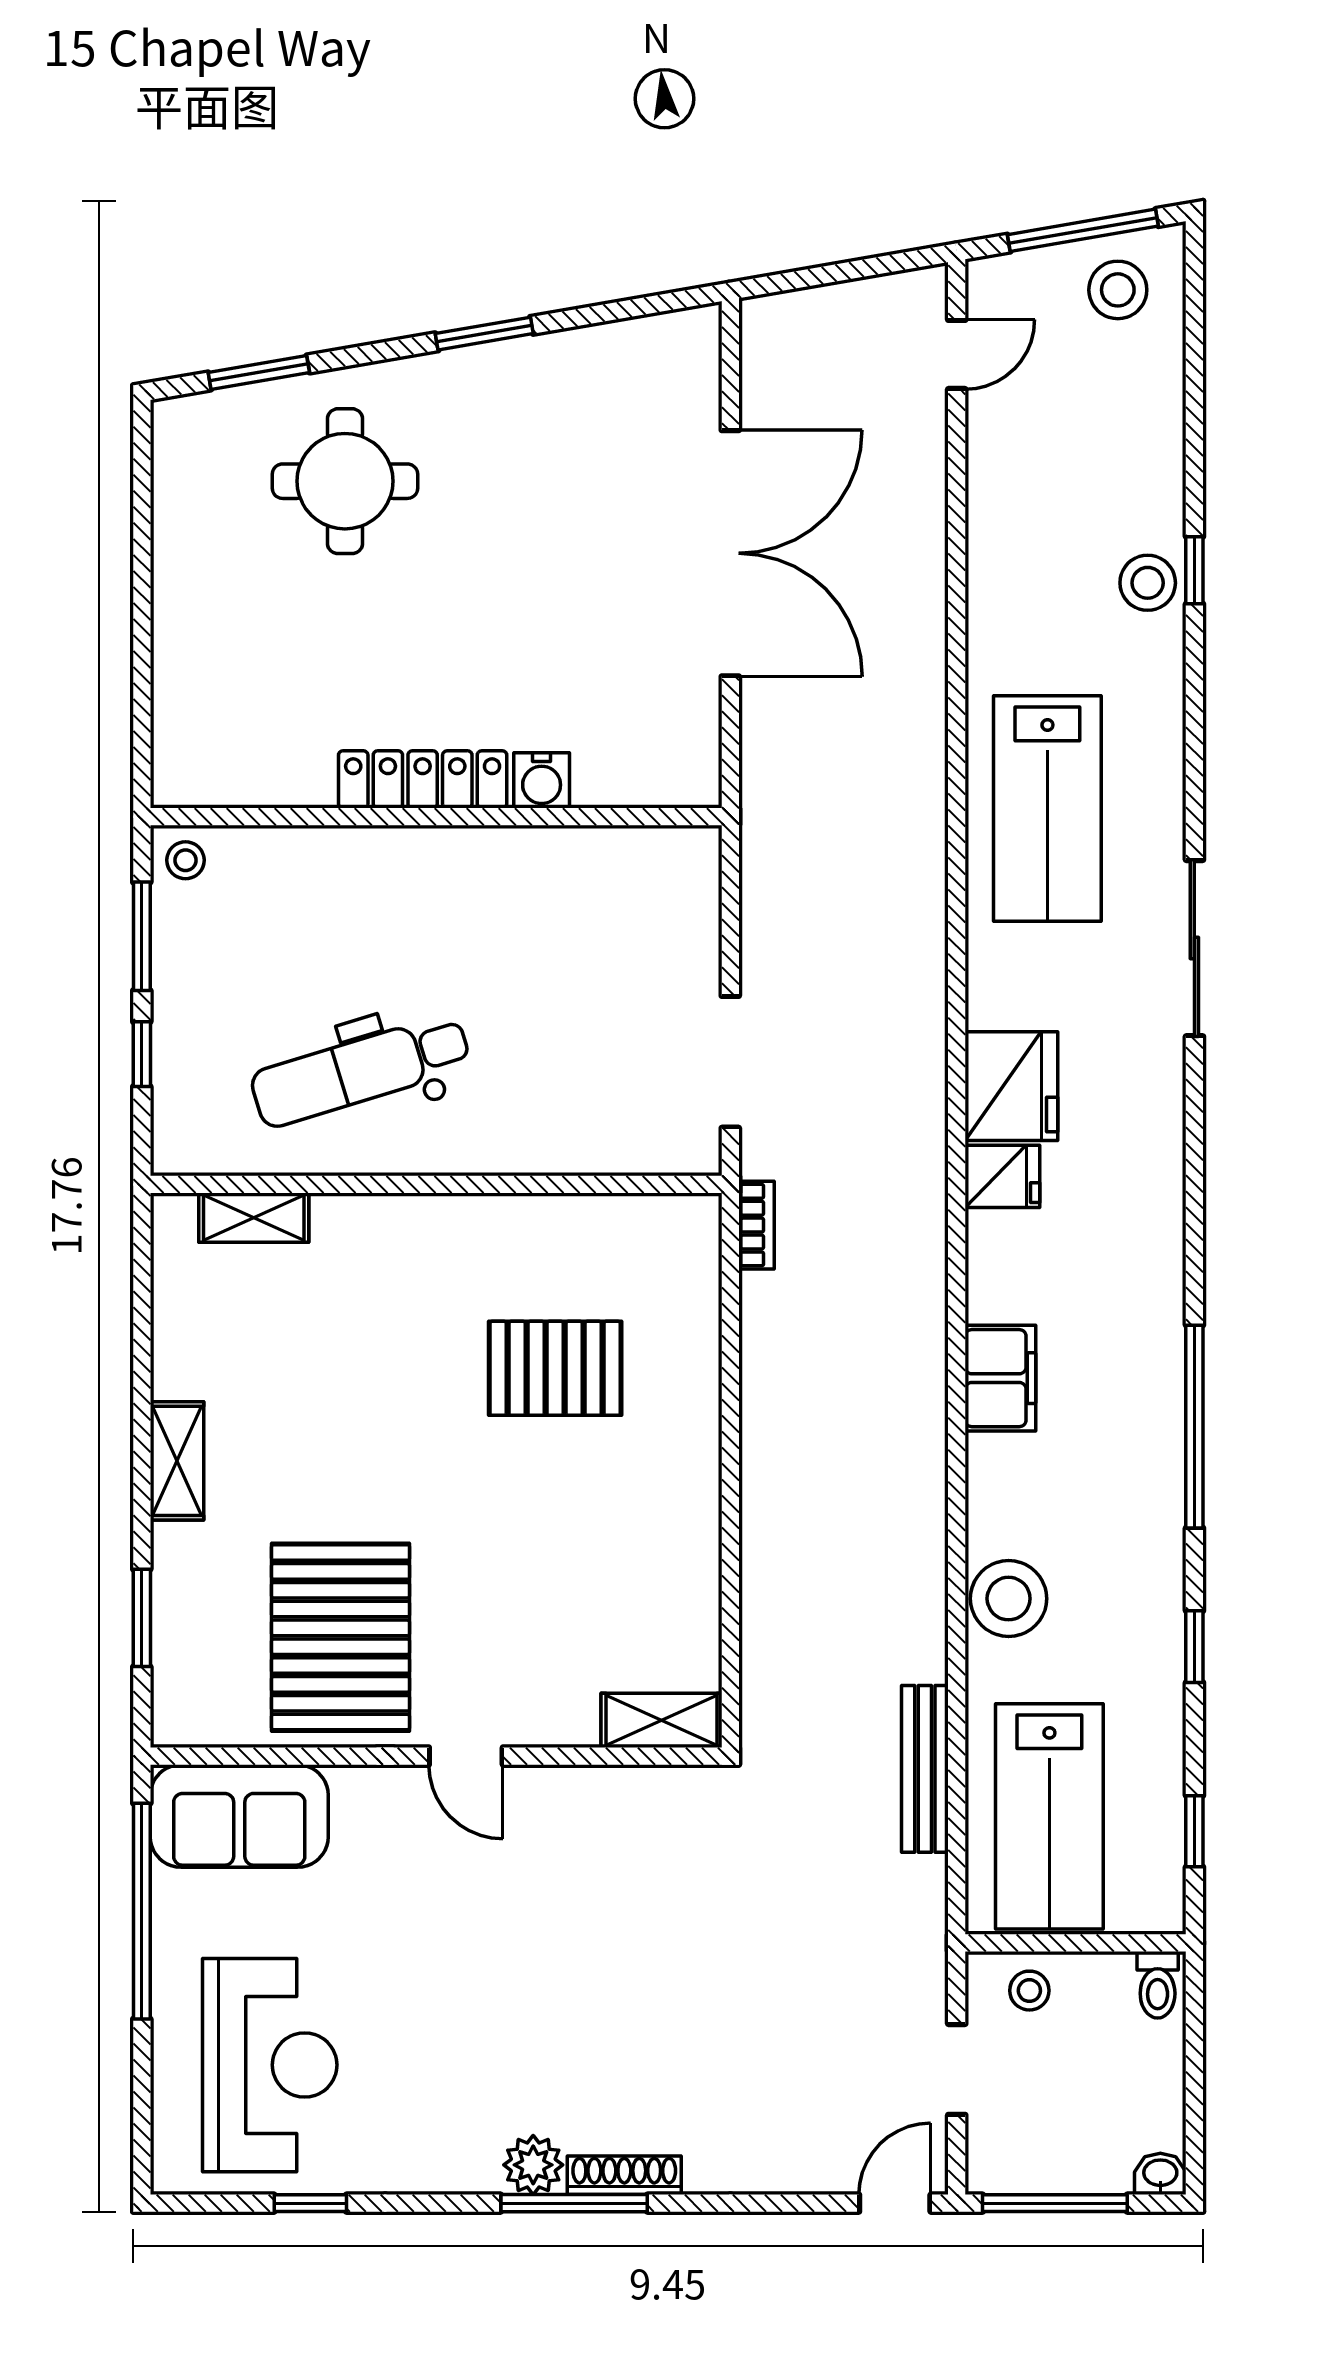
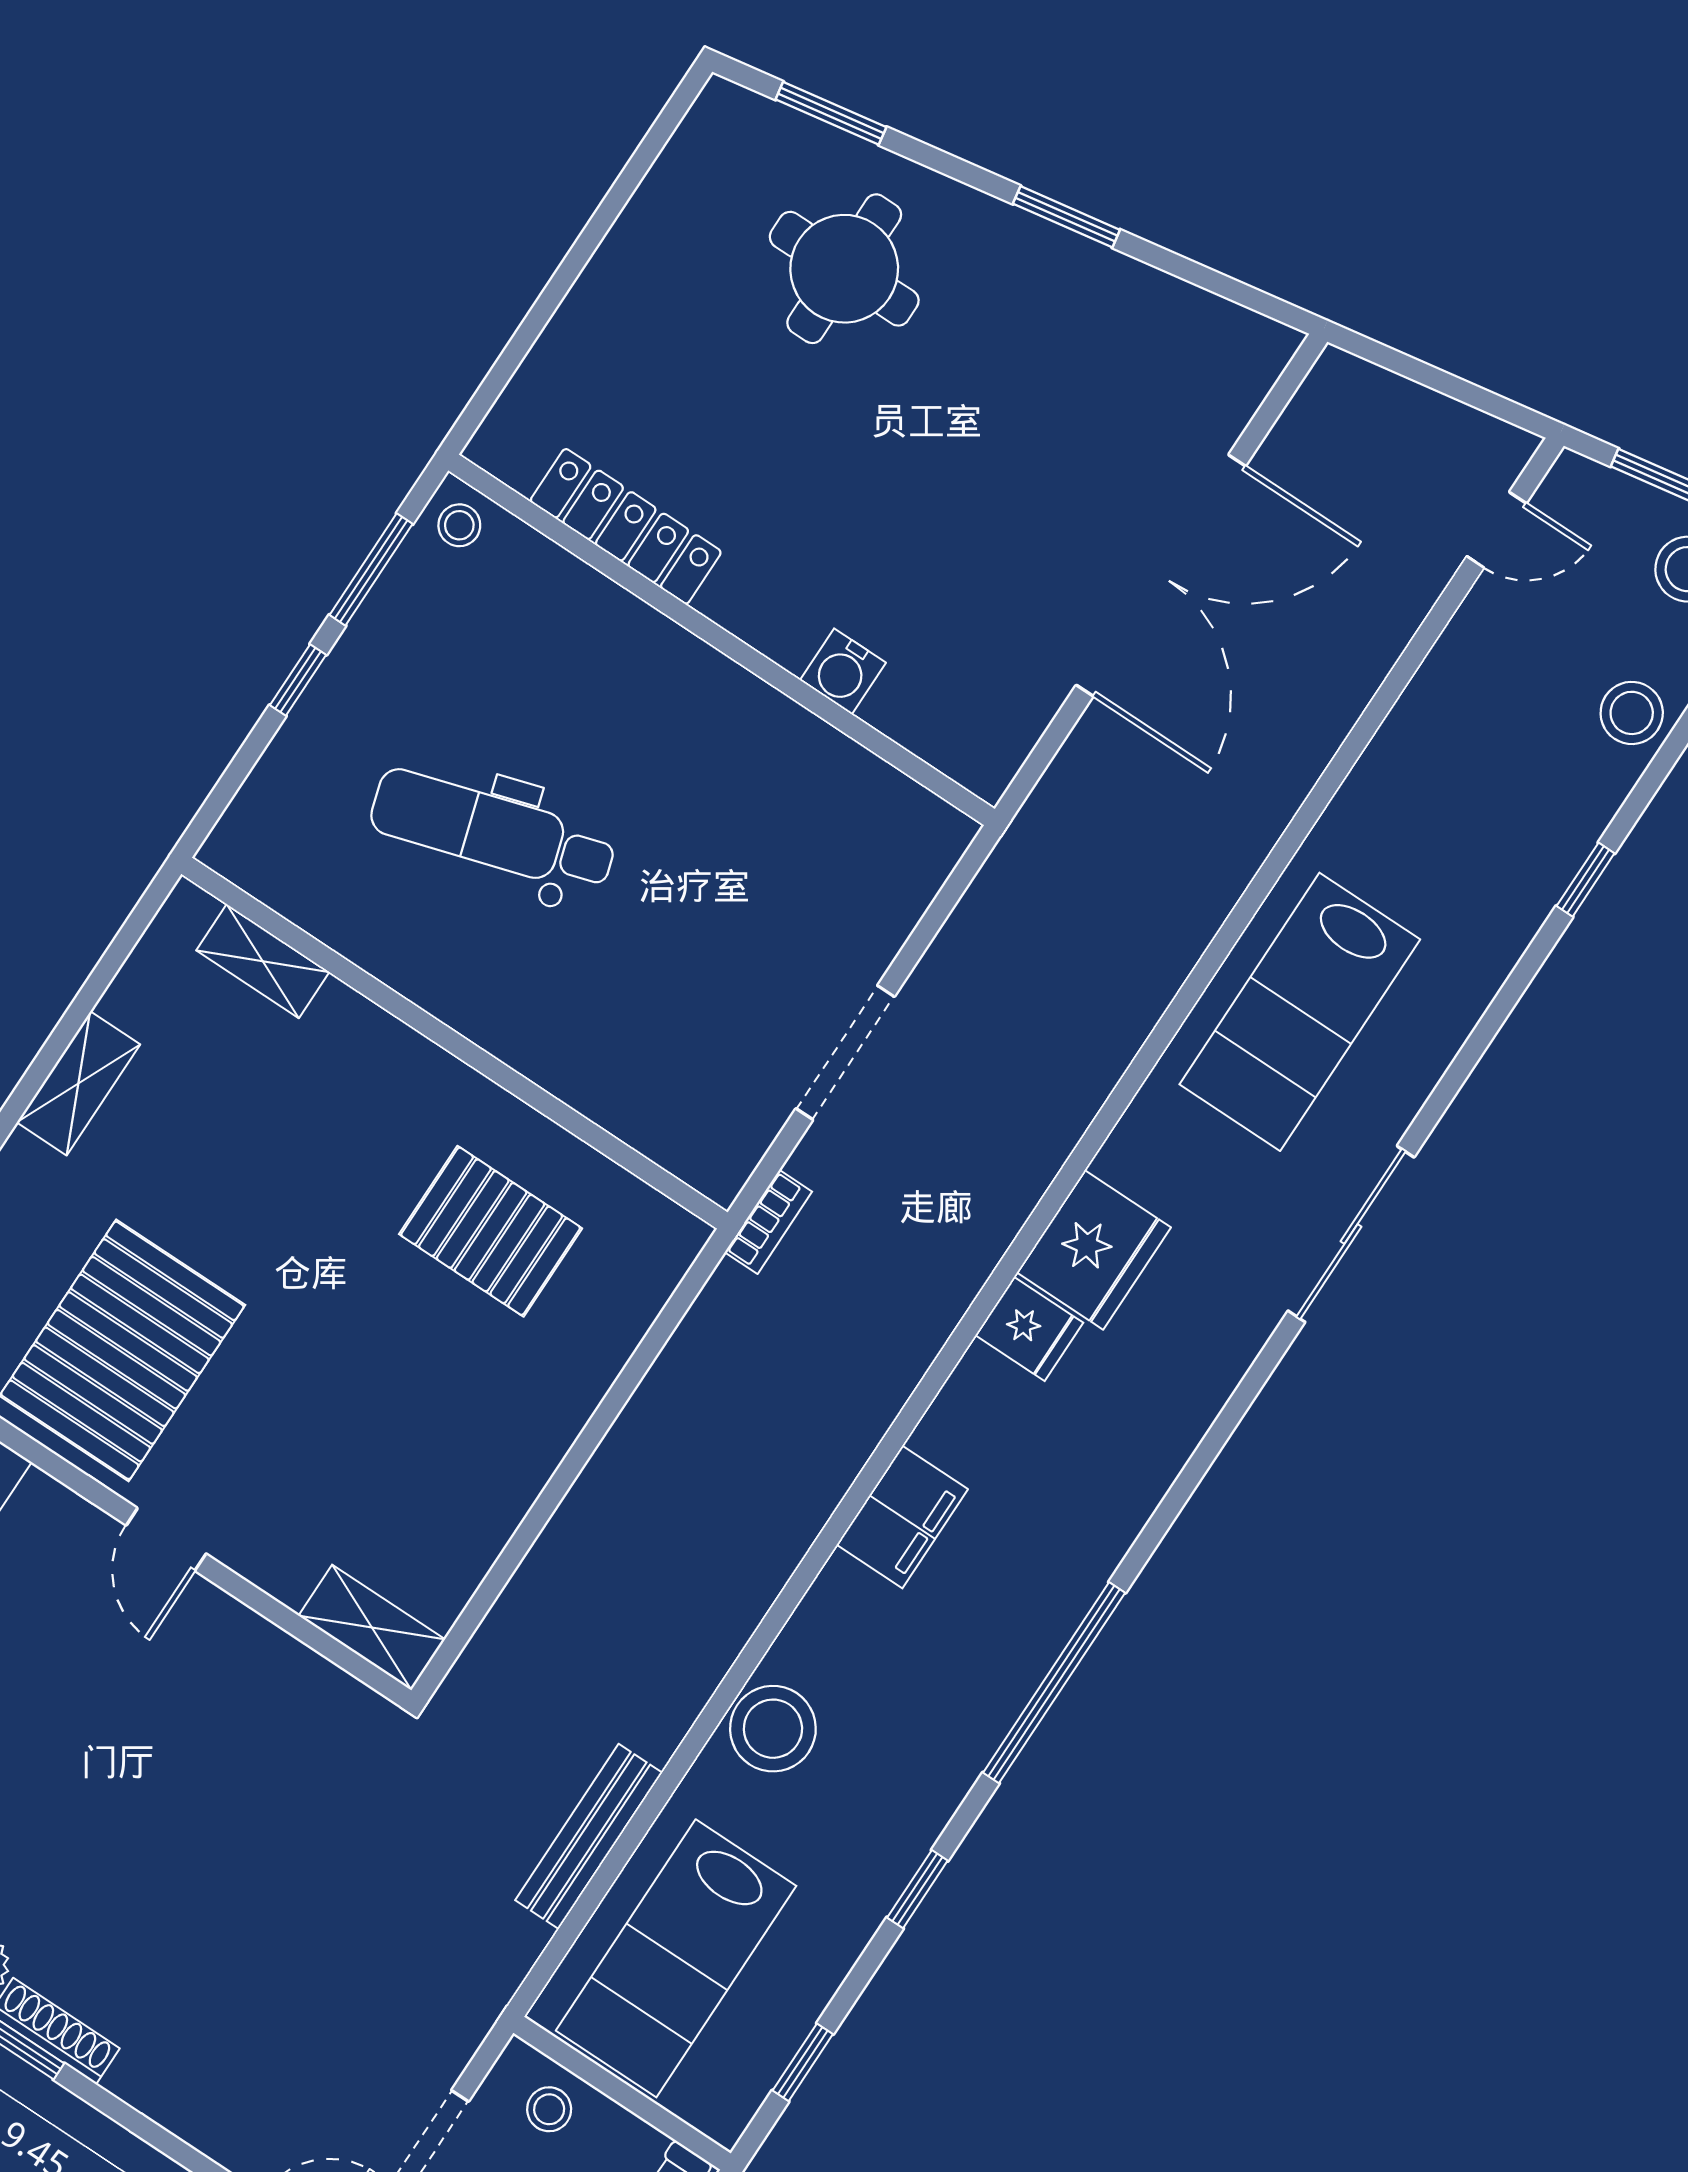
stool: (1148, 583) -> (1632, 713), moved
locker: (423, 779) -> (626, 526), moved
wall: (436, 1184) -> (454, 1043), moved
shelving: (254, 1218) -> (263, 961), moved

